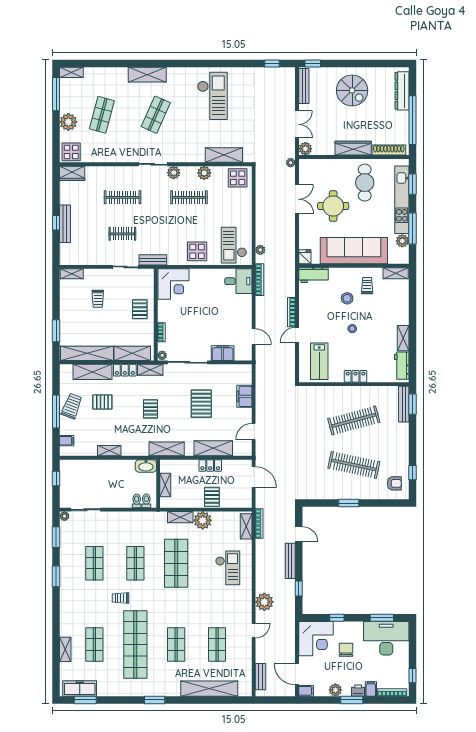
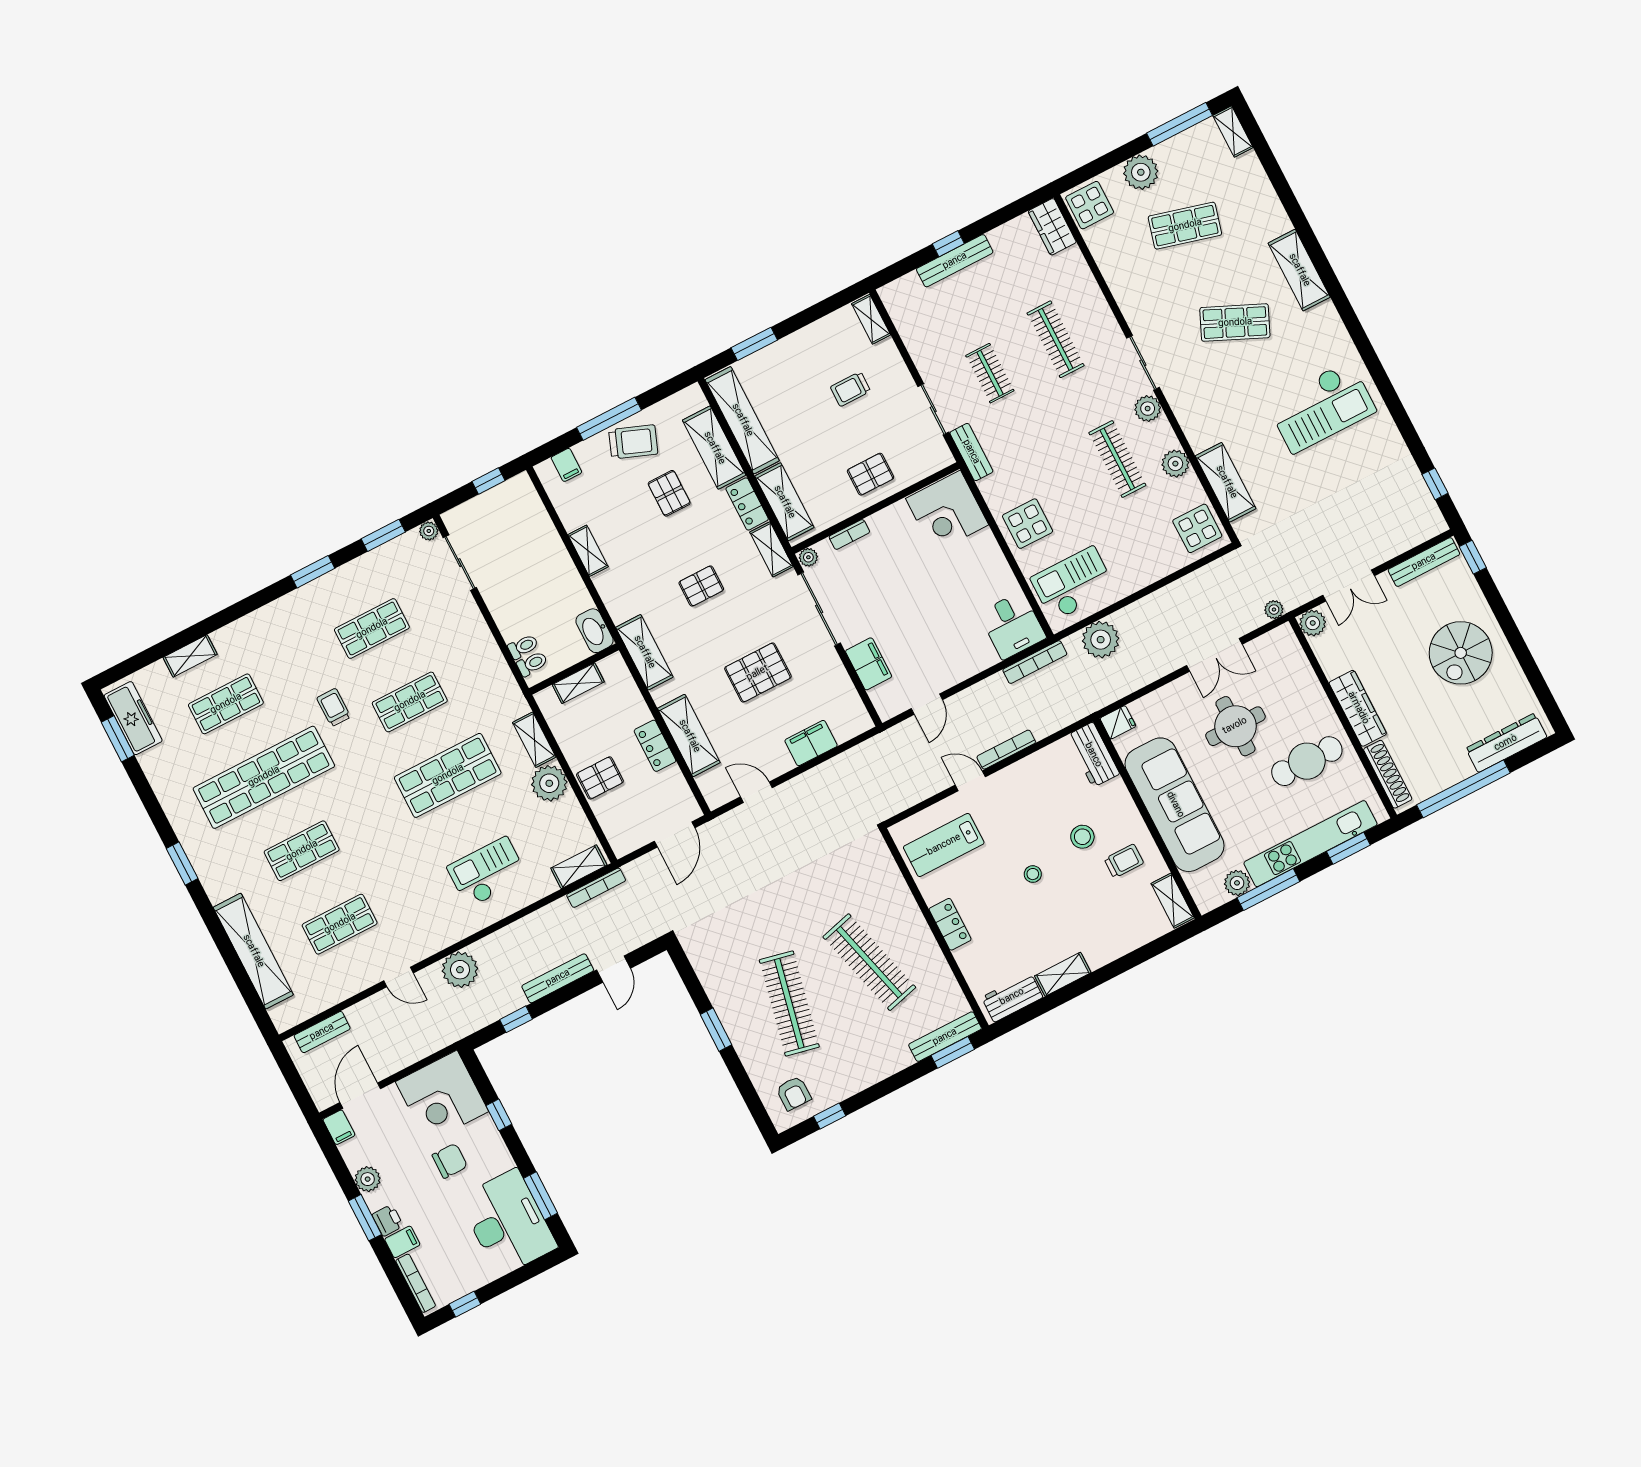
plant: (260, 250) -> (1101, 640), width x1.87, depth x1.87
checkout: (228, 568) -> (487, 872), turned 180

